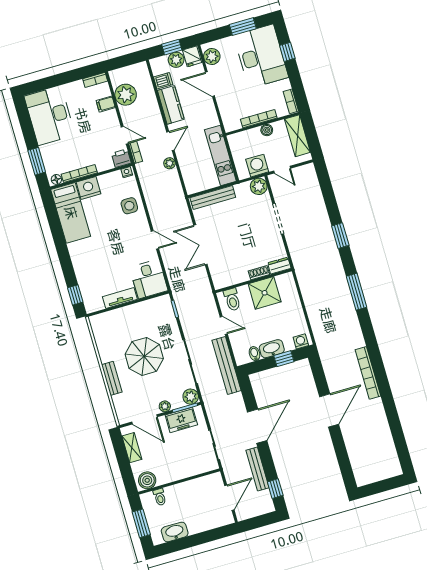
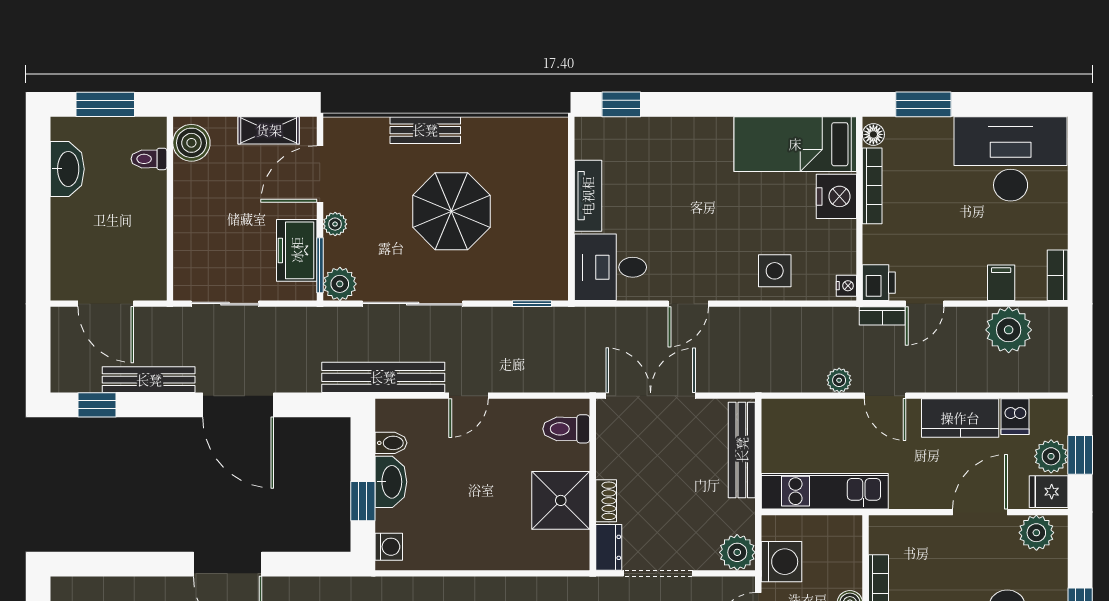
dresser: (279, 266) -> (609, 547), moved
shoe rack: (259, 273) -> (606, 501), moved
wall: (253, 281) -> (593, 484), moved
shower: (265, 293) -> (561, 500), moved
toilet: (232, 300) -> (566, 429), moved

